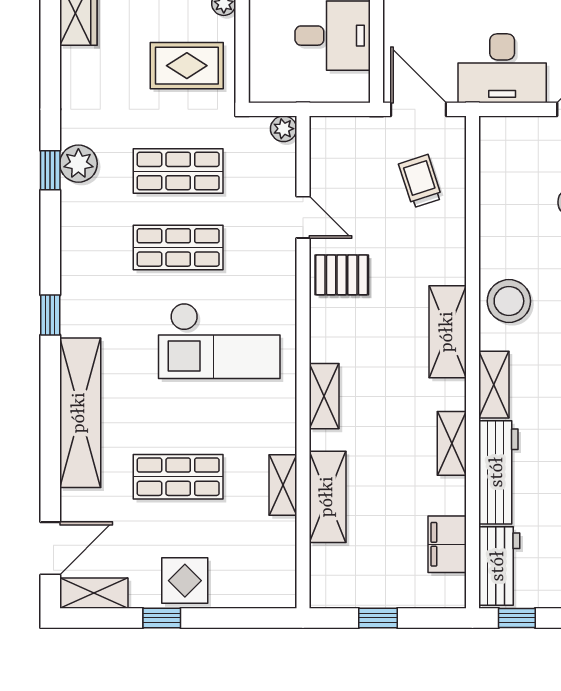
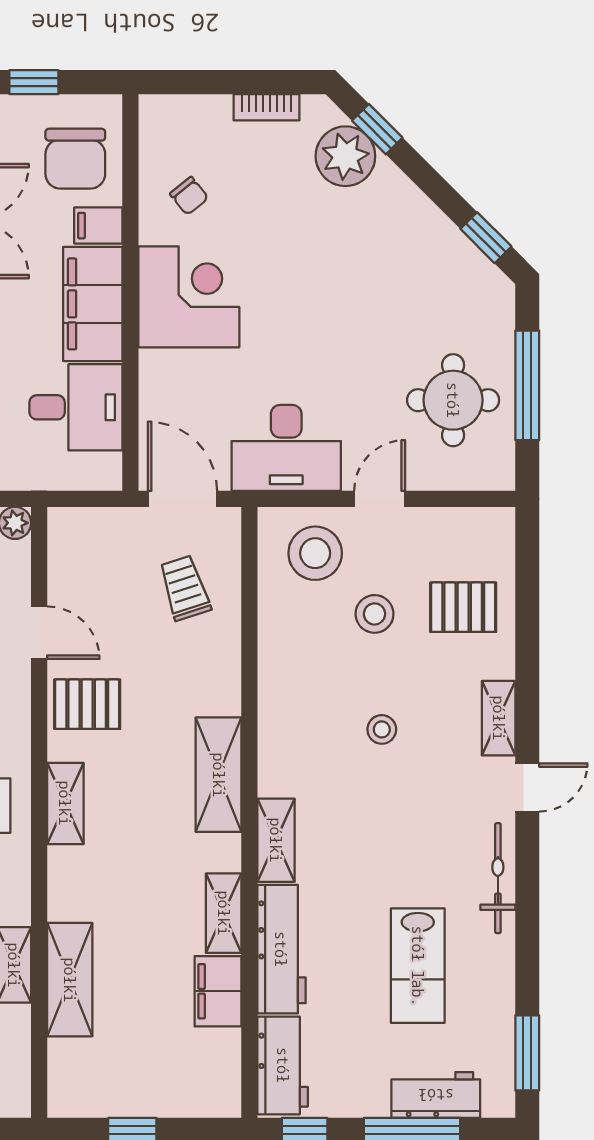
stool: (509, 301) -> (315, 553), moved
shelving: (324, 396) -> (65, 803), moved
filing cabinet: (447, 544) -> (218, 991), moved

